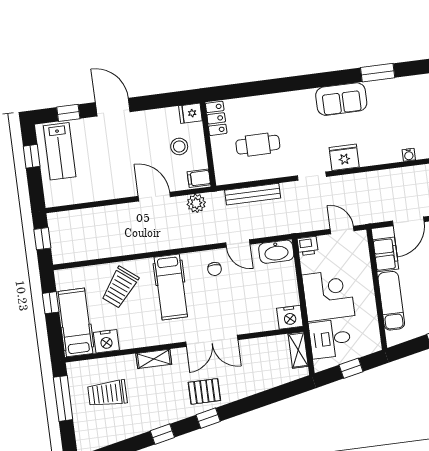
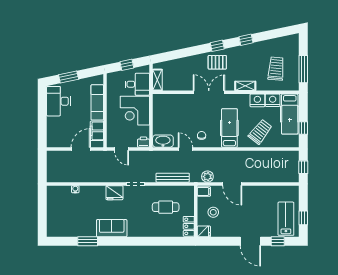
nightstand: (290, 317) -> (257, 100), moved
trolley: (107, 394) -> (276, 69), turned -85

